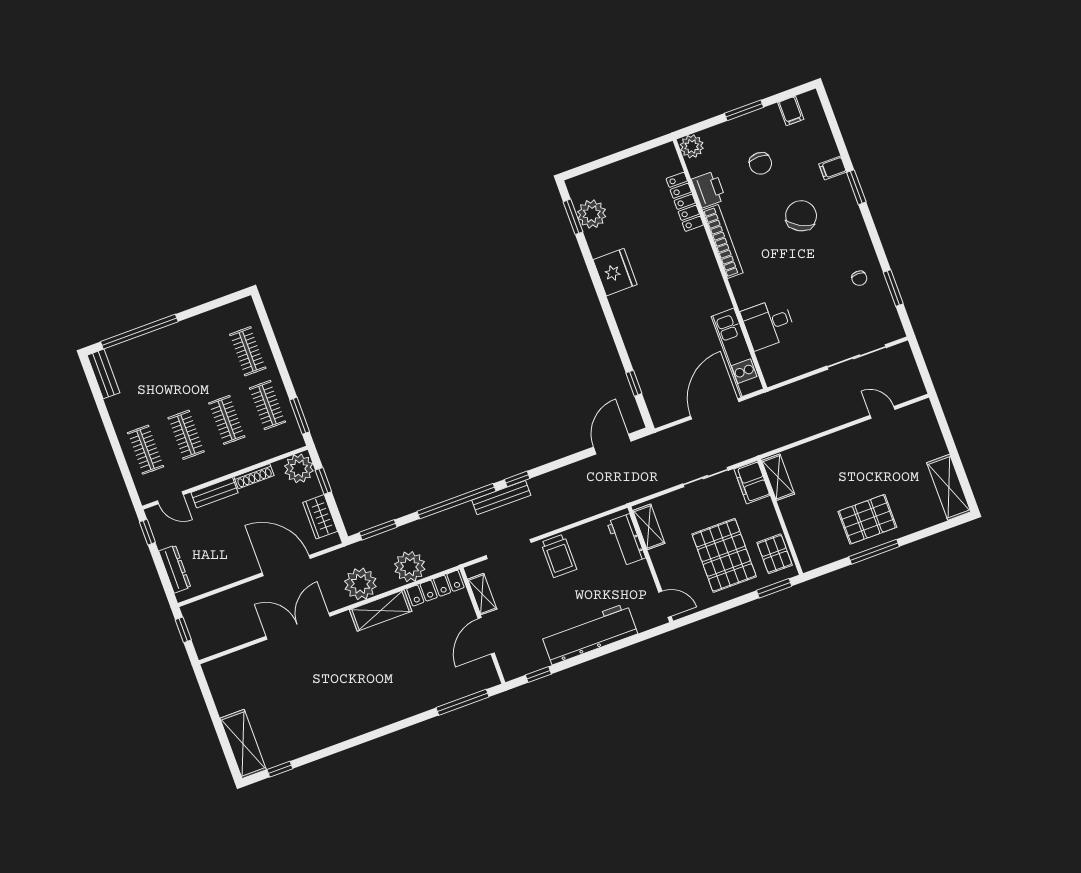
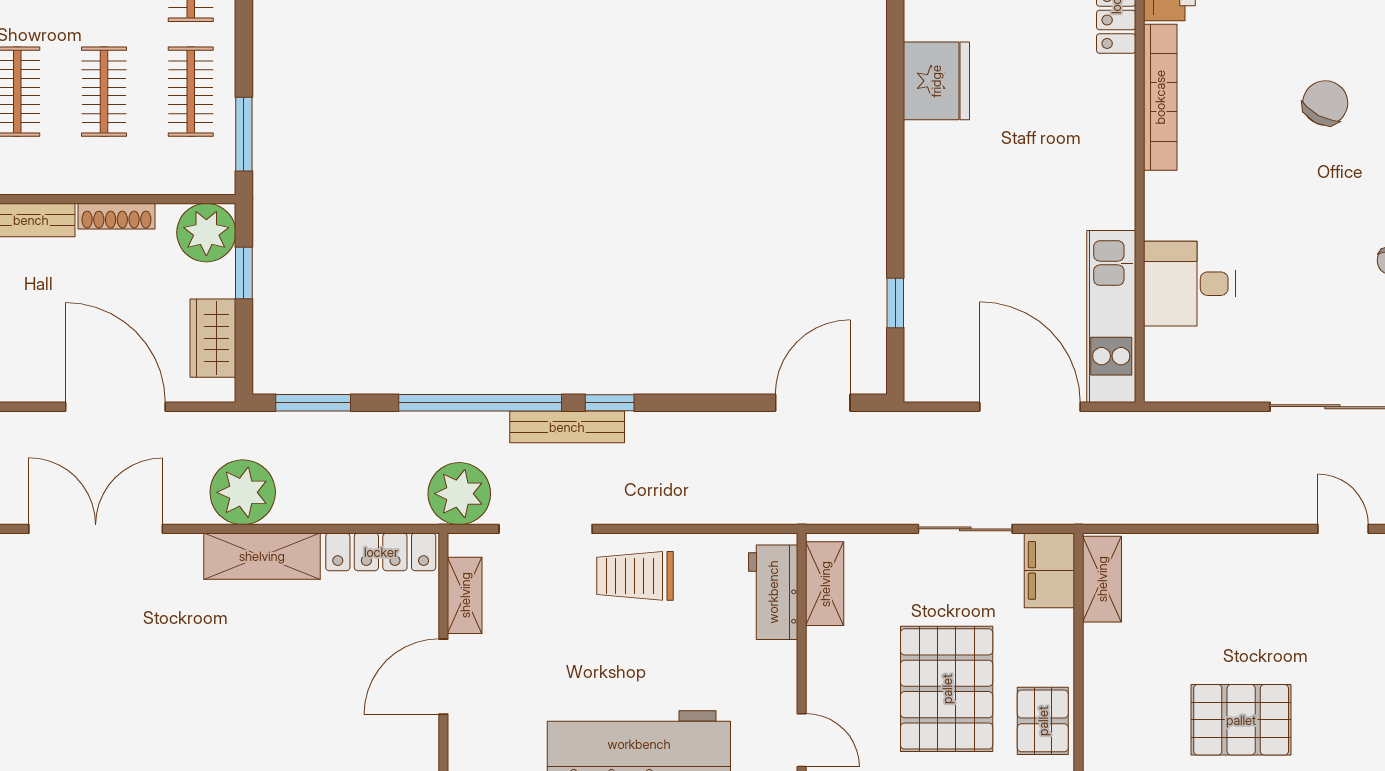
chair: (801, 216) -> (1325, 103), width x0.73, depth x0.73
door: (715, 409) -> (1030, 407), hinge flipped
trolley: (559, 556) -> (635, 576), turned 90
plant: (410, 567) -> (459, 494), moved

